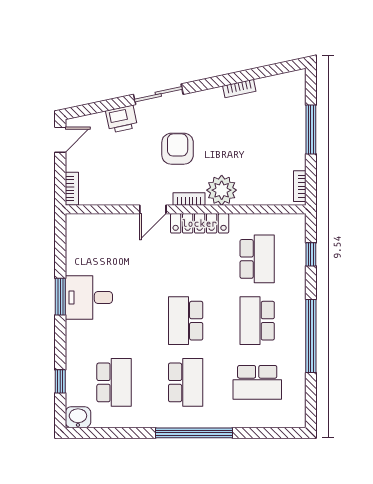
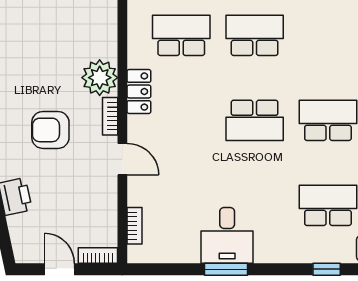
door: (60, 140) -> (60, 269), moved
bookcase: (97, 220) -> (135, 226), added
locker: (200, 223) -> (139, 92), width x0.66
school desk: (257, 321) -> (255, 35), turned 180
school desk: (257, 382) -> (328, 35), removed

